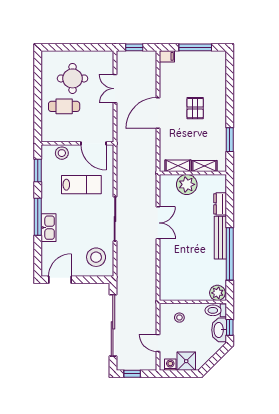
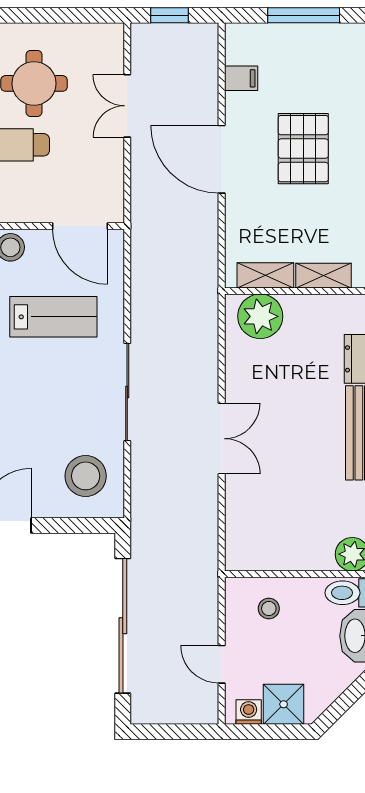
filing cabinet: (167, 56) -> (241, 78), moved
pallet: (195, 108) -> (303, 149), width x1.50, depth x1.42
door: (158, 113) -> (222, 159), hinge flipped
plant: (187, 184) -> (260, 316), moved
double door: (158, 223) -> (222, 439), moved
window: (132, 374) -> (165, 732), removed

